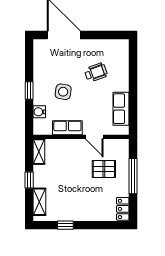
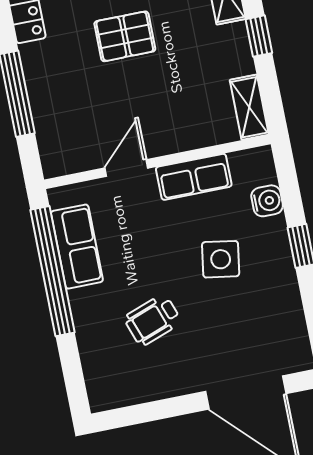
window: (133, 101) -> (53, 271), added
door: (94, 137) -> (126, 168), hinge flipped
pallet: (104, 169) -> (125, 36), moved

